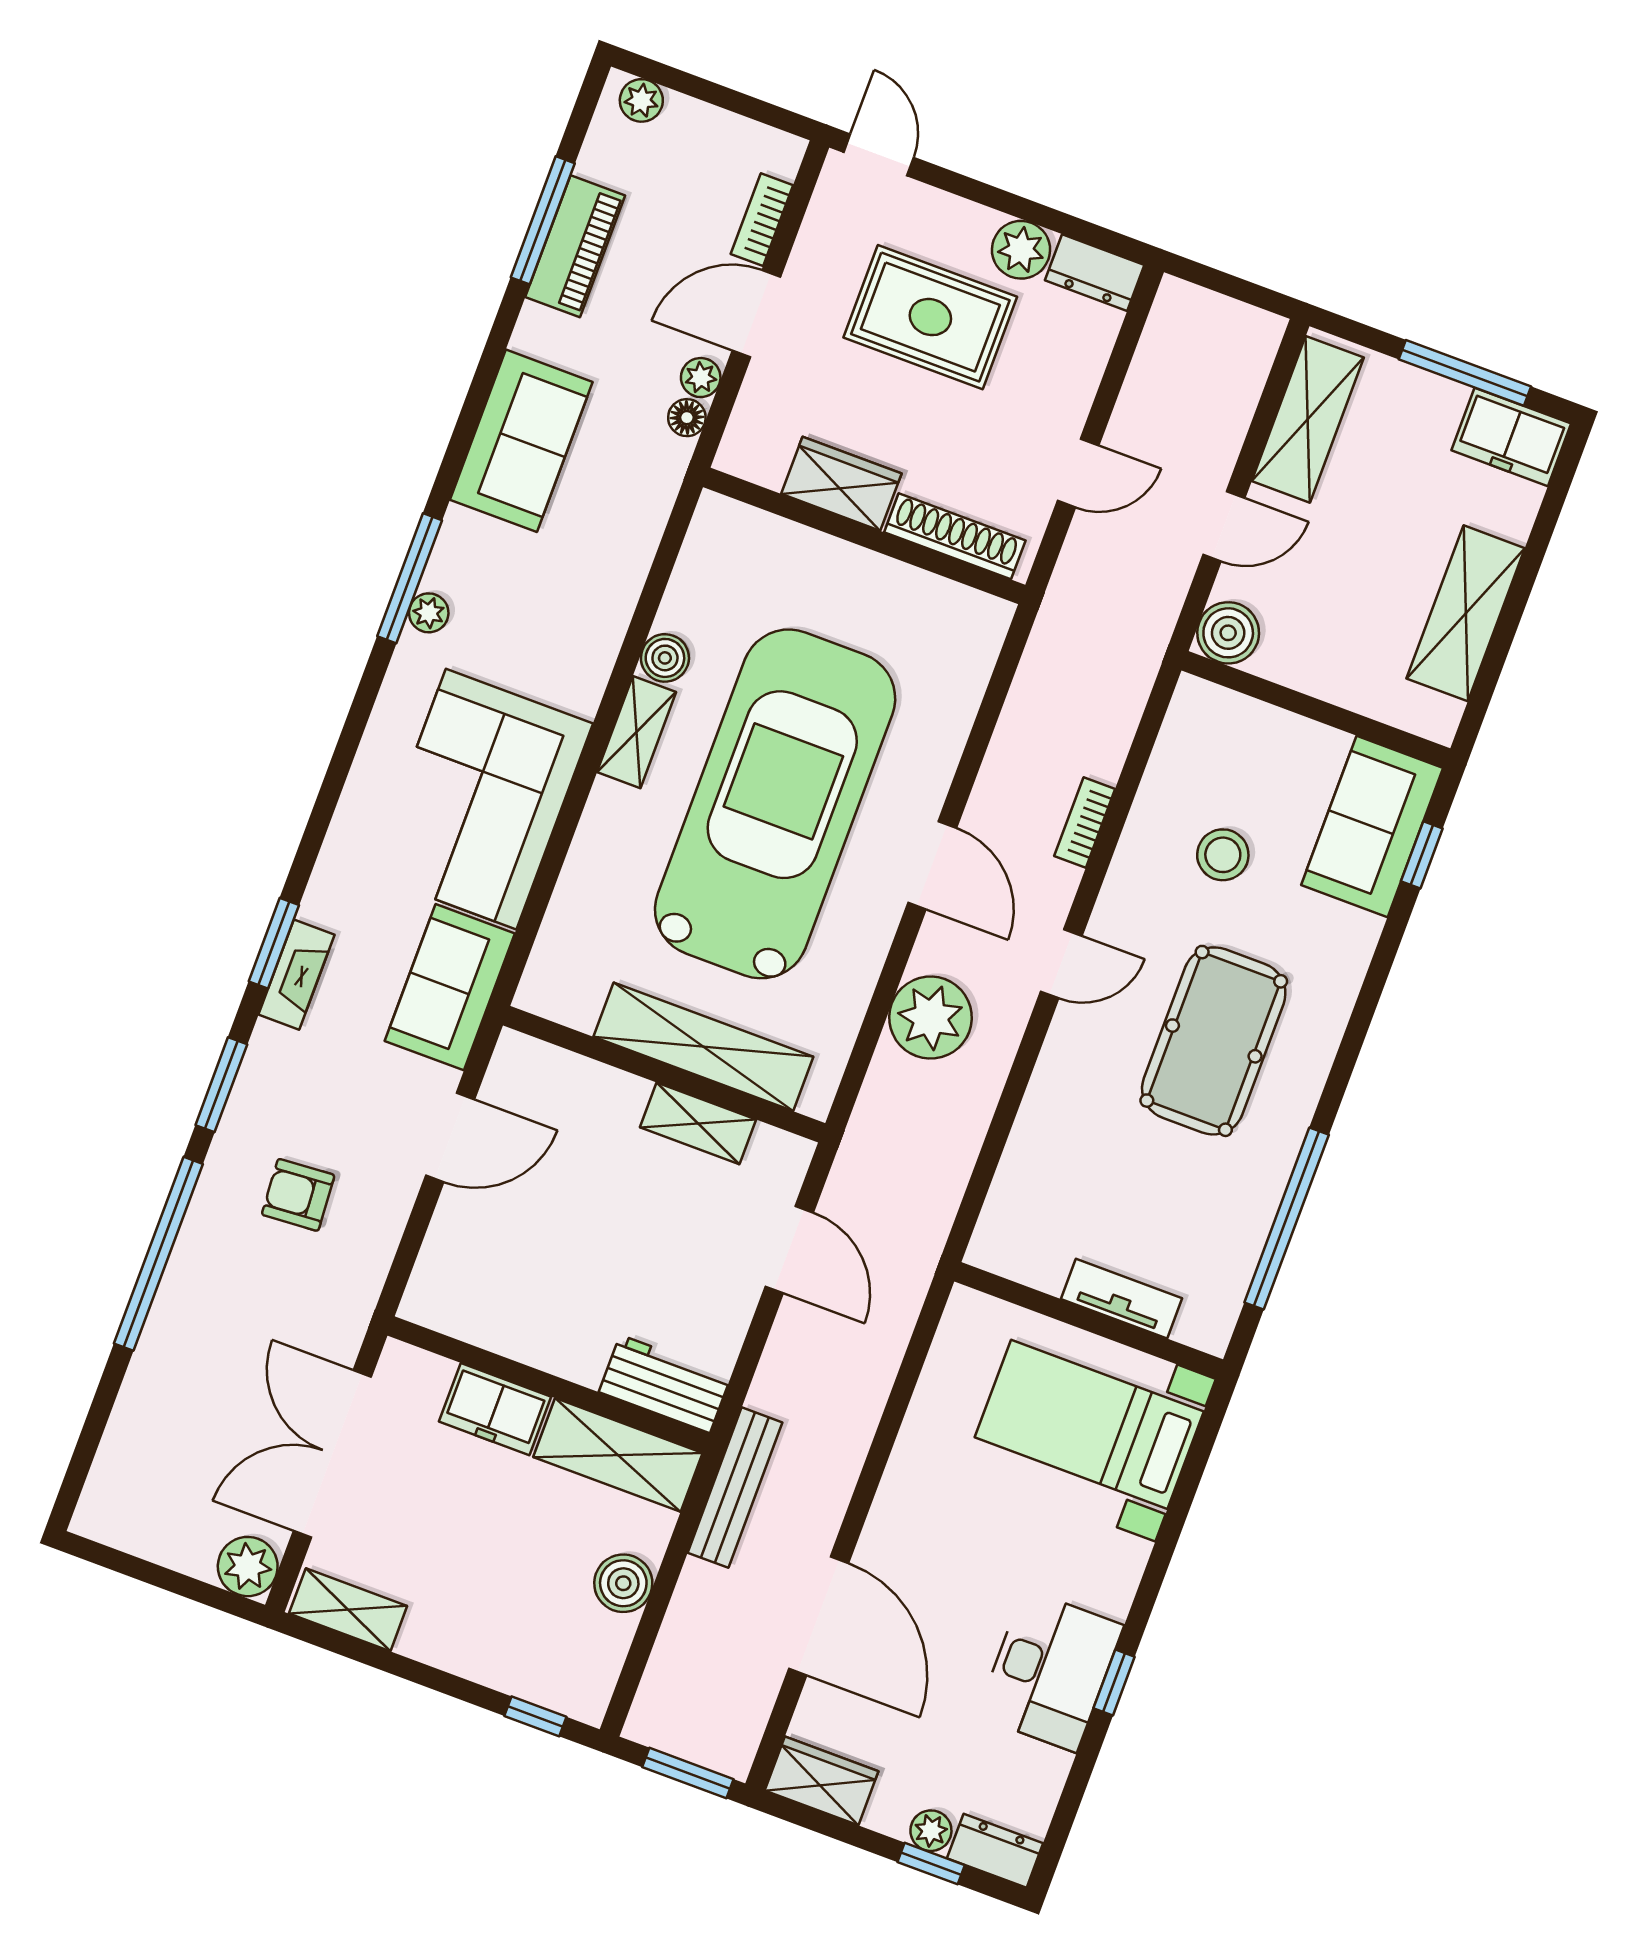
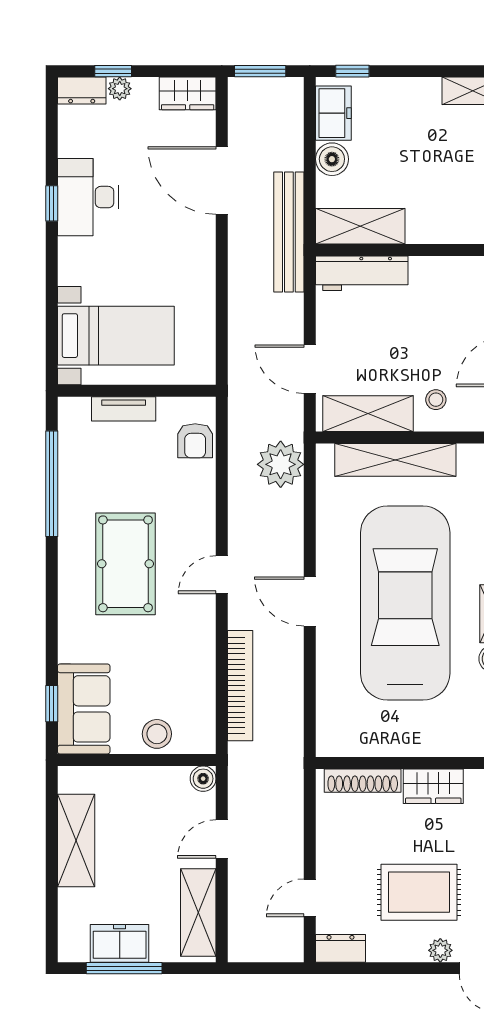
plant: (1021, 250) -> (440, 950), moved, width x0.73, depth x0.73
freezer: (1511, 437) -> (120, 943), moved
door: (1078, 473) -> (310, 898), moved
boiler: (1228, 633) -> (203, 779), width x0.73, depth x0.73
car: (775, 804) -> (405, 603), turned 180
bookcase: (1085, 822) -> (240, 686), width x2.31, depth x1.31
stool: (1223, 855) -> (157, 734), moved
plant: (930, 1018) -> (281, 464), moved
stool: (599, 1122) -> (436, 400), added
shelving: (698, 1123) -> (368, 414), width x1.50, depth x1.33
armchair: (1023, 1202) -> (195, 441), added
workbench: (665, 1384) -> (362, 273), width x1.38
freezer: (495, 1409) -> (333, 113), moved, turned 90
bench: (735, 1488) -> (289, 232), width x1.37, depth x1.21

